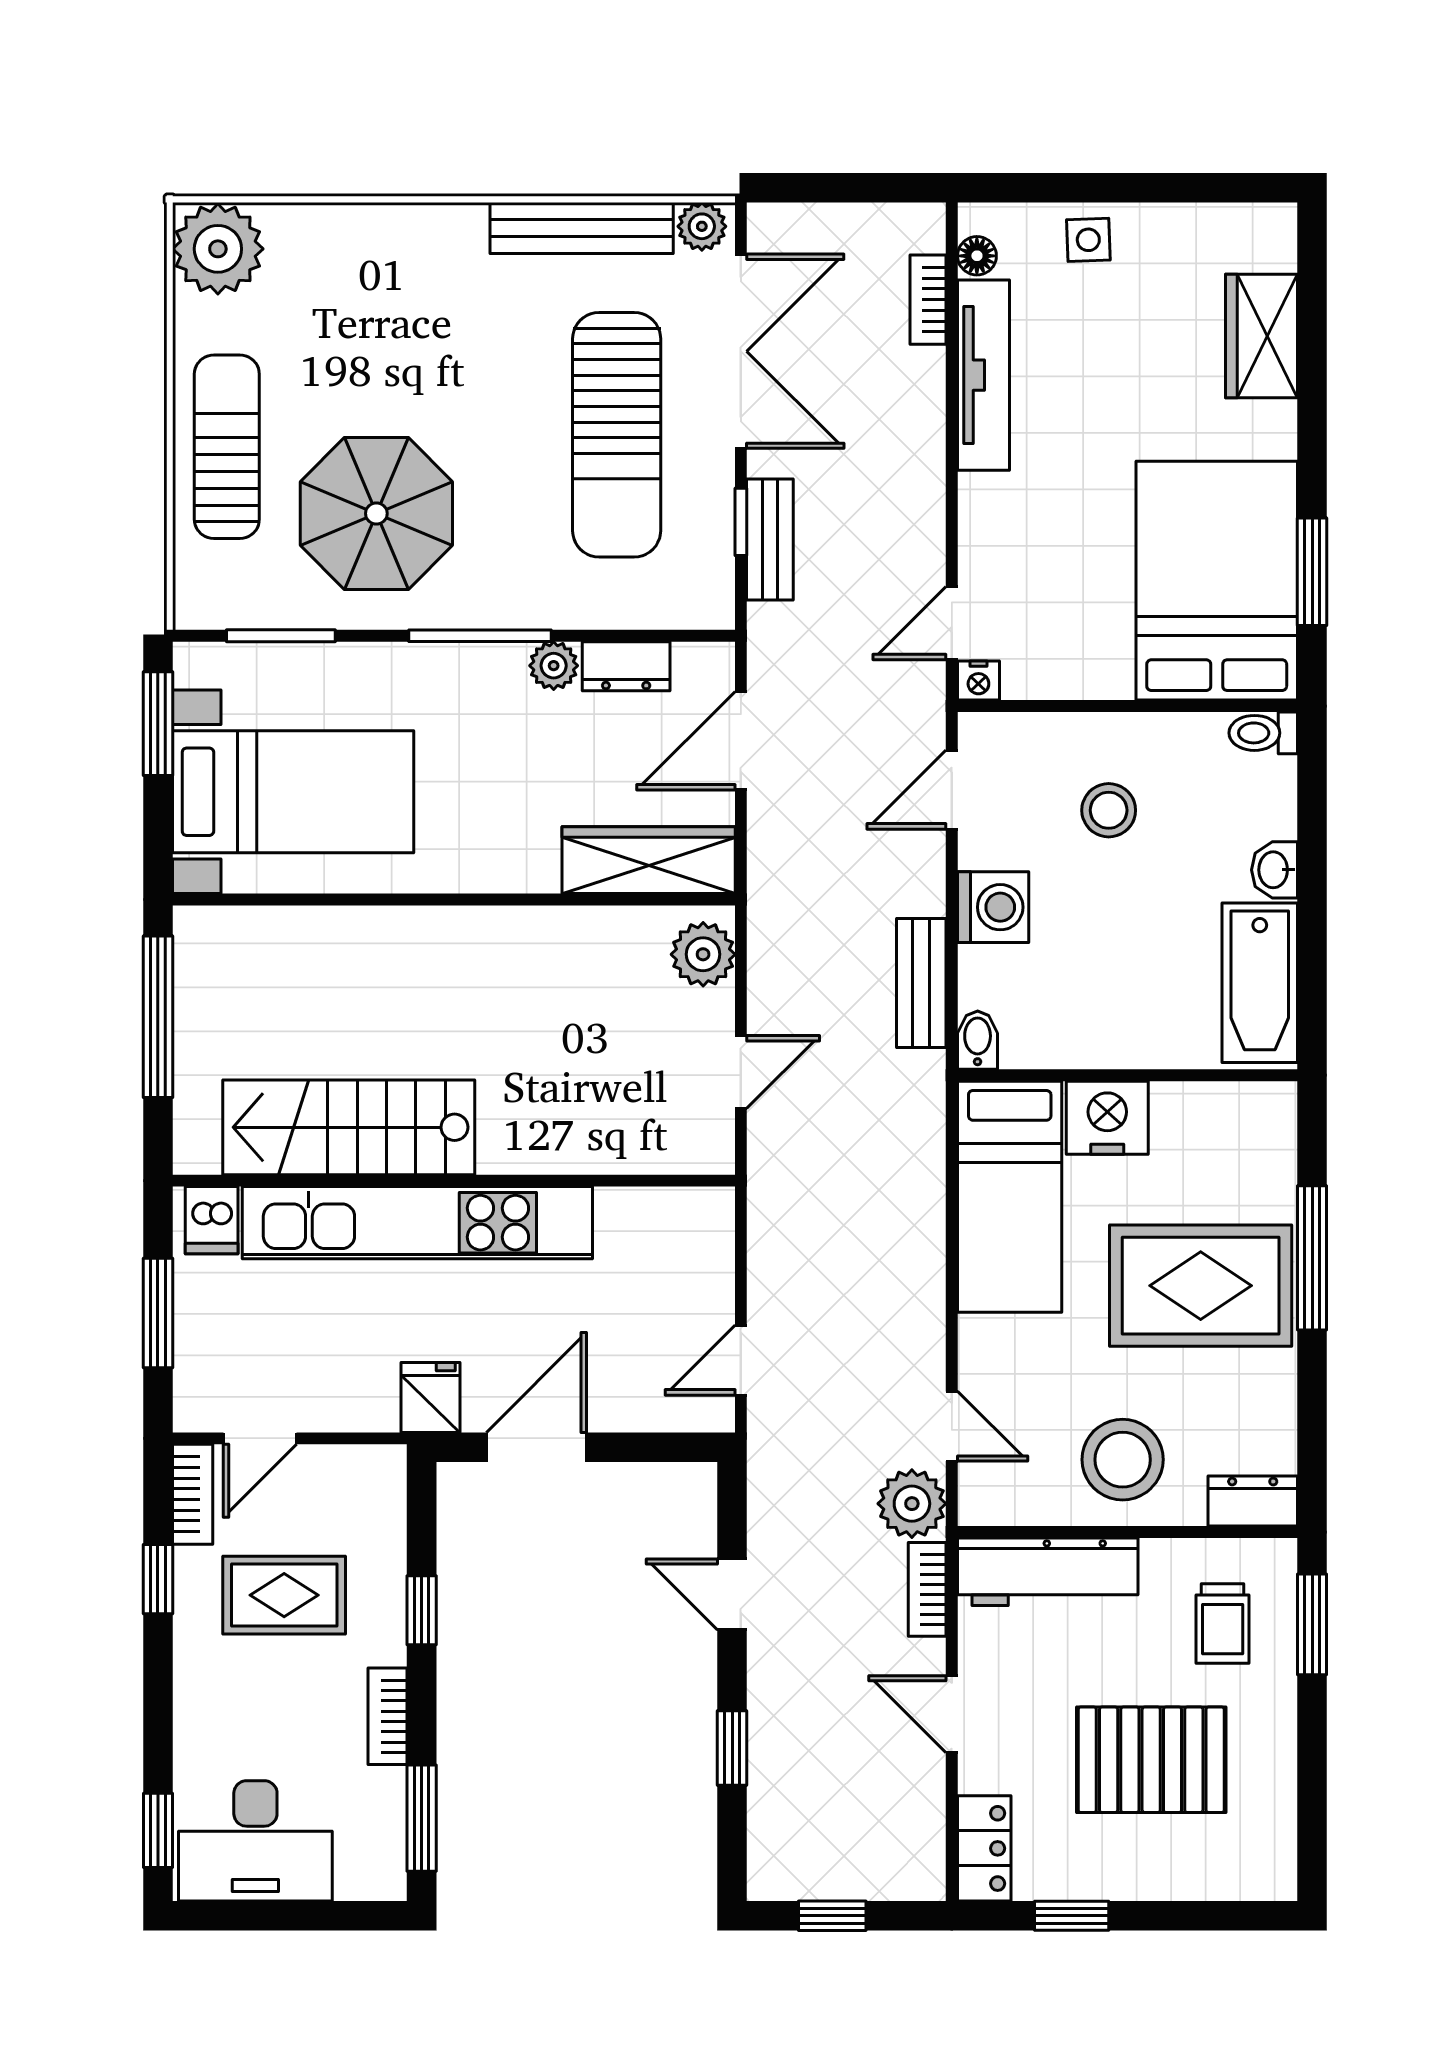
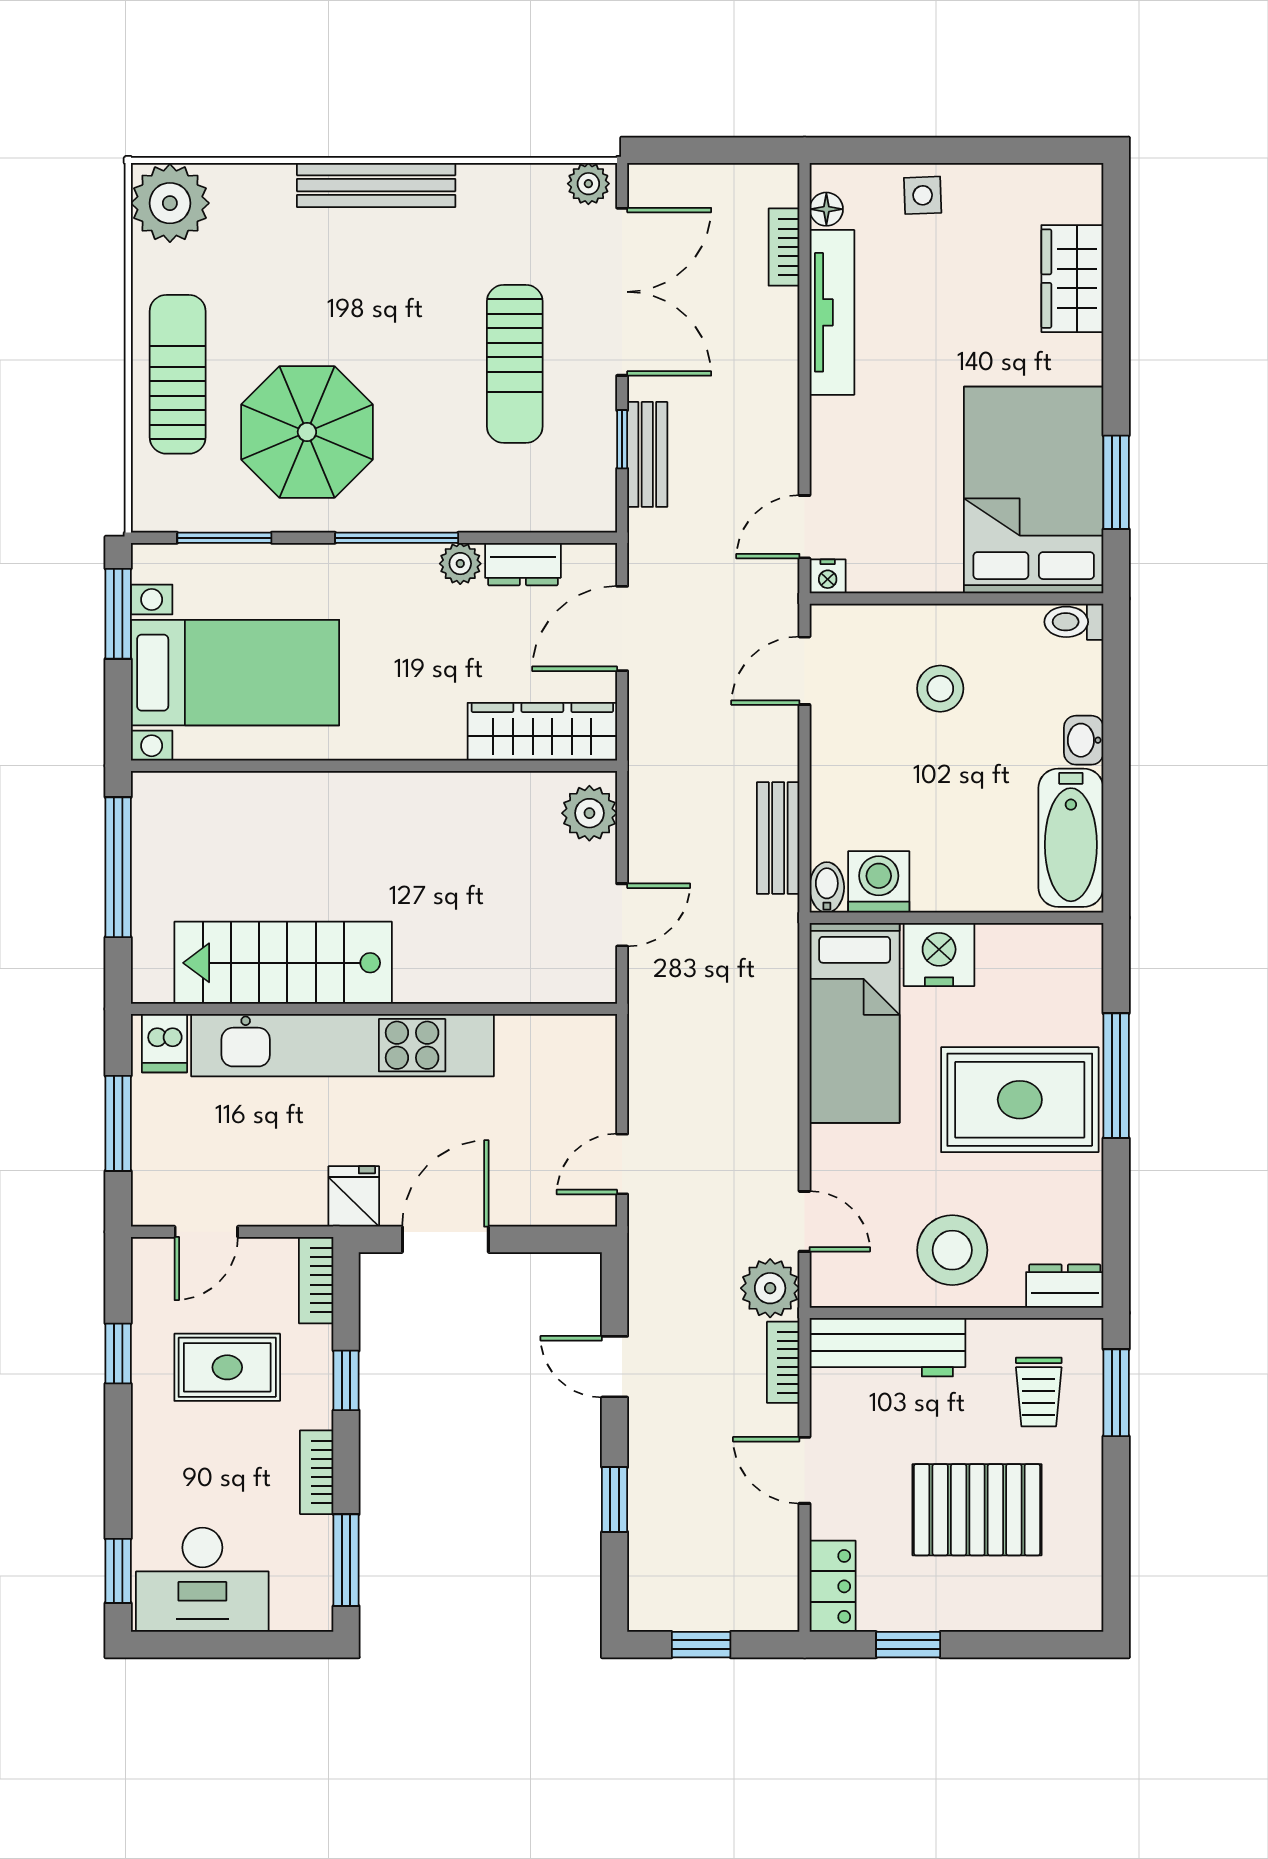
bench: (582, 228) -> (376, 185), moved
sun lounger: (617, 435) -> (515, 364), width x0.73, depth x0.75
washing machine: (993, 907) -> (879, 882), moved, turned -90
bookcase: (193, 1494) -> (316, 1280), moved, turned 180

